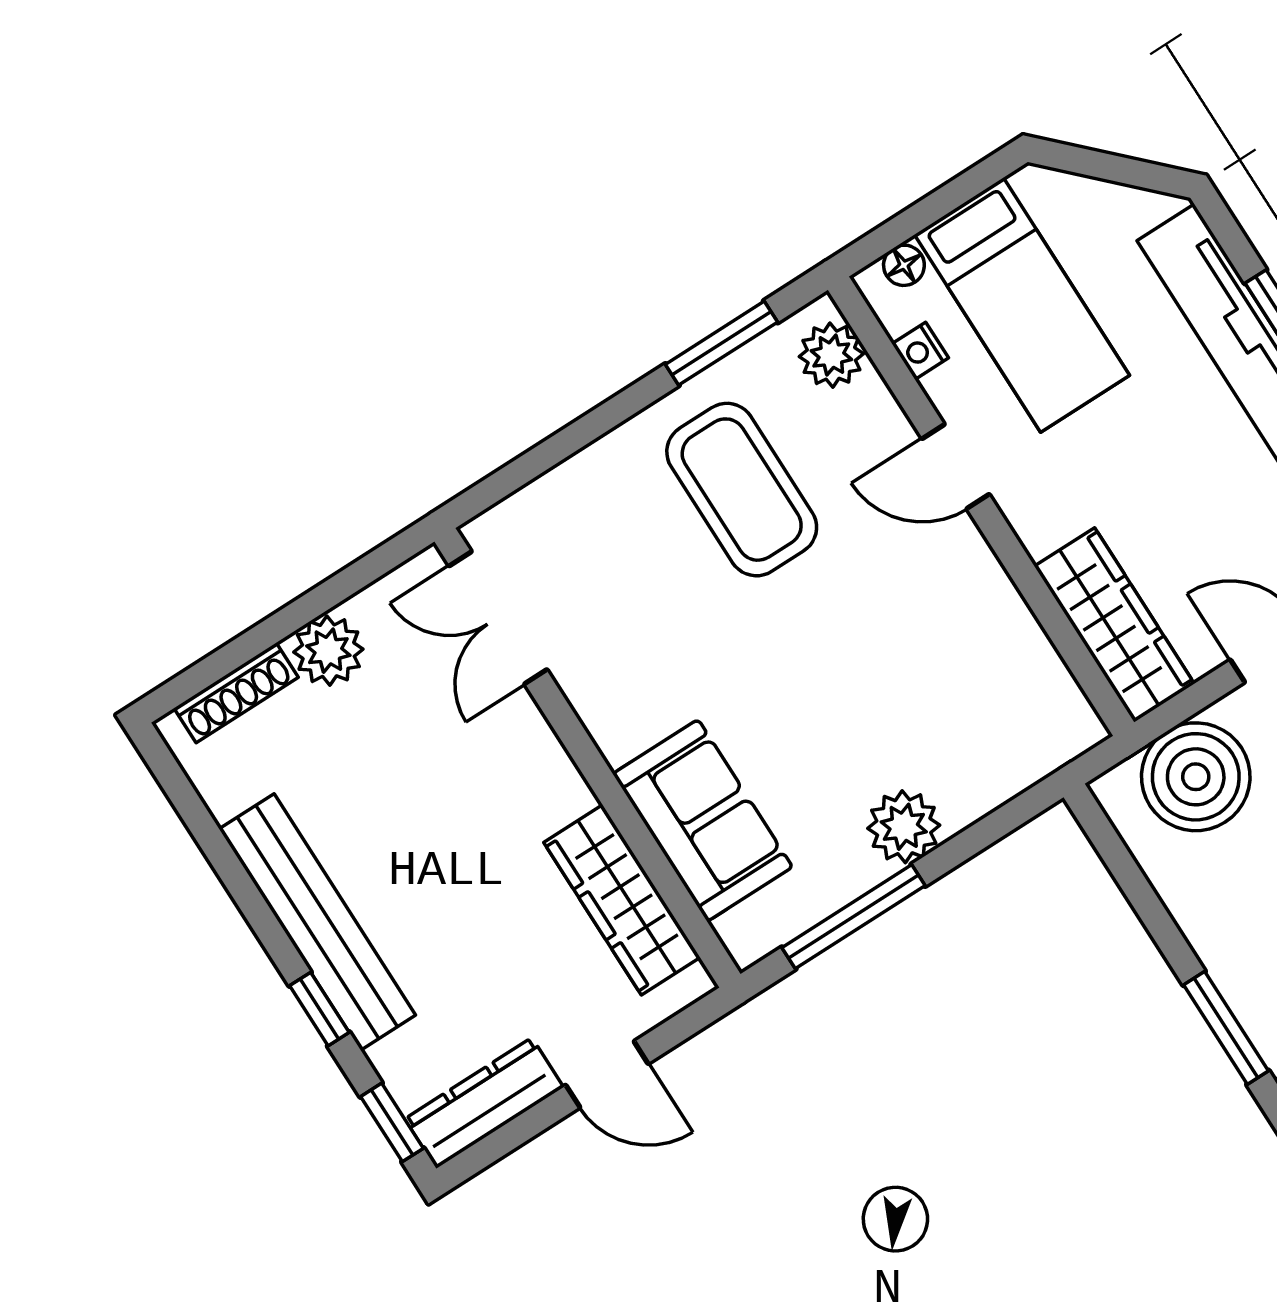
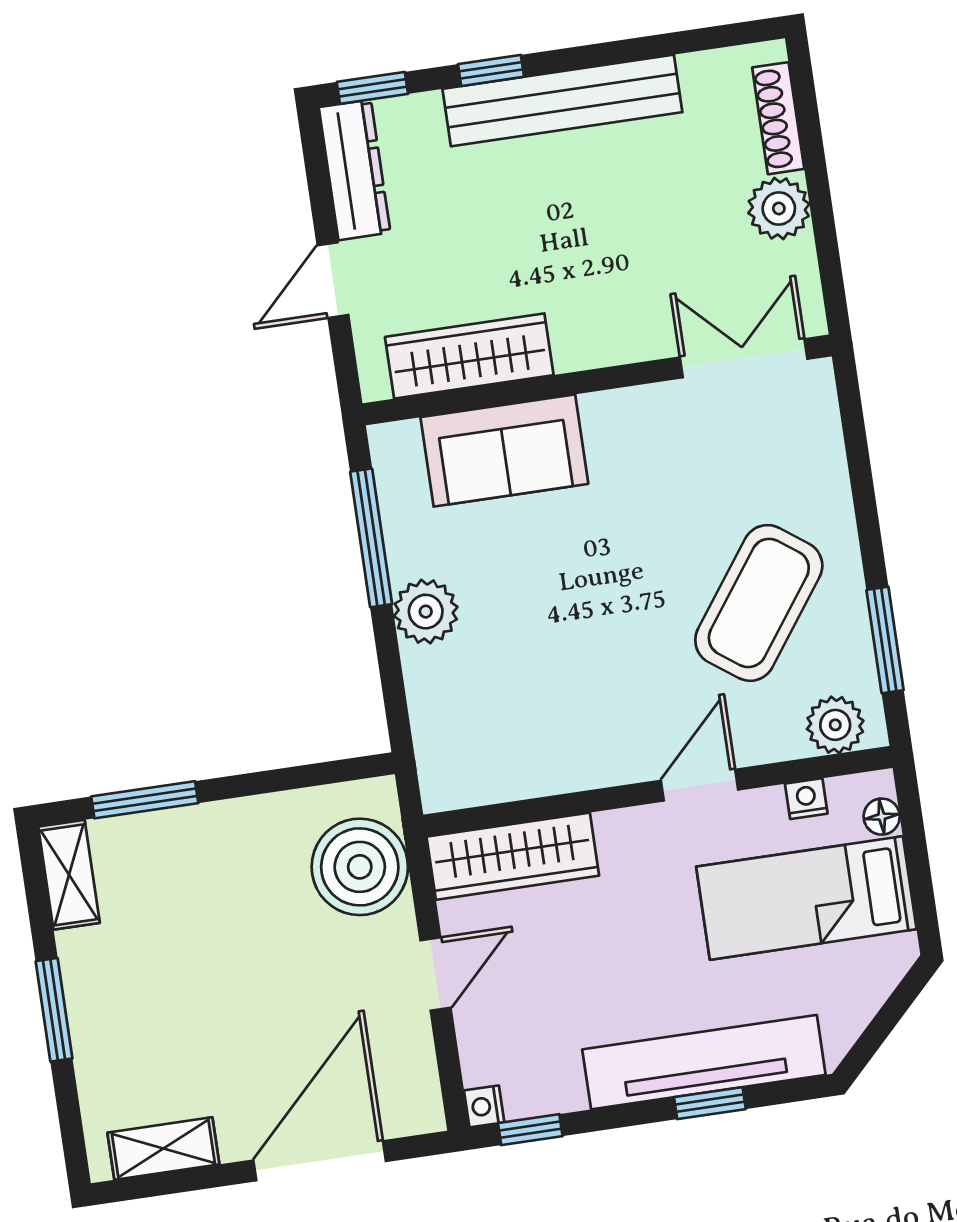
coffee table: (742, 490) -> (759, 603), turned -54

